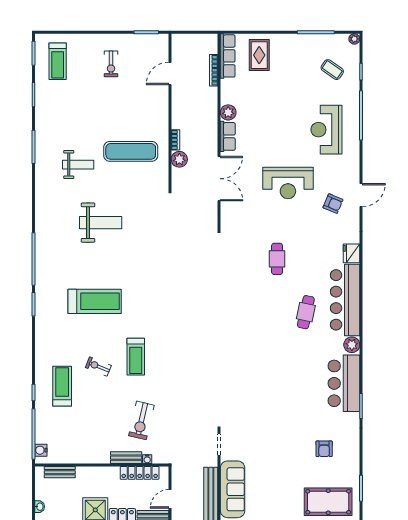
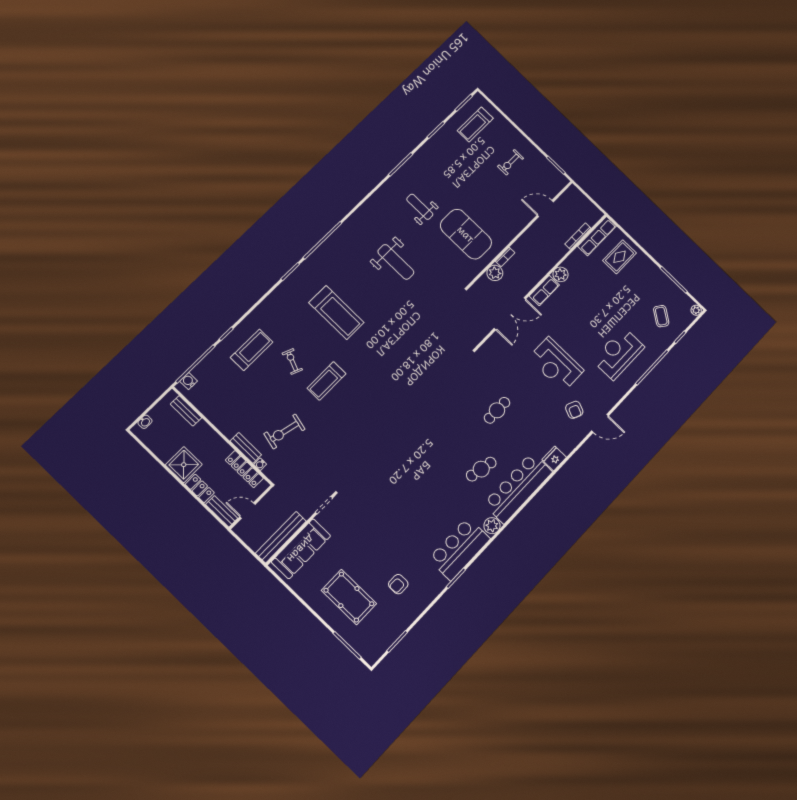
exercise mat: (131, 151) -> (466, 234), width x1.47
weight bench: (78, 165) -> (420, 207), turned 180
pool table: (328, 502) -> (349, 597), moved

